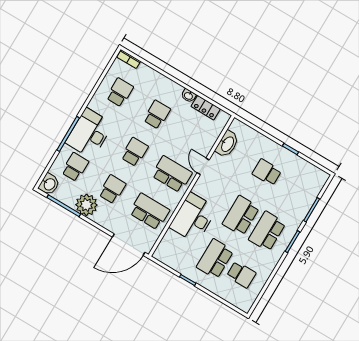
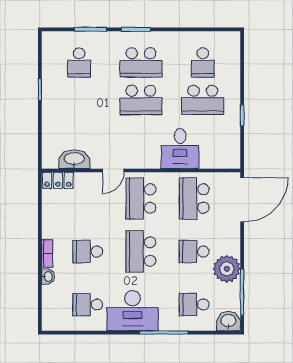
bookcase: (129, 59) -> (47, 253), moved
washbasin: (189, 96) -> (48, 277), moved
locker: (206, 108) -> (58, 180), moved, turned 90
desk: (89, 133) -> (133, 311), moved
school desk: (135, 152) -> (141, 252), width x1.85
school desk: (267, 172) -> (79, 62), moved
desk: (193, 218) -> (180, 149), width x0.73
door: (129, 245) -> (242, 200), hinge flipped
school desk: (241, 275) -> (203, 62), turned 180

